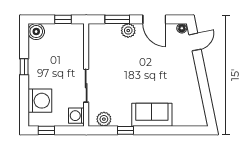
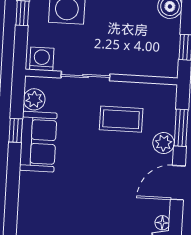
coffee table: (114, 60) -> (121, 119), added
sofa: (152, 115) -> (38, 142), moved

